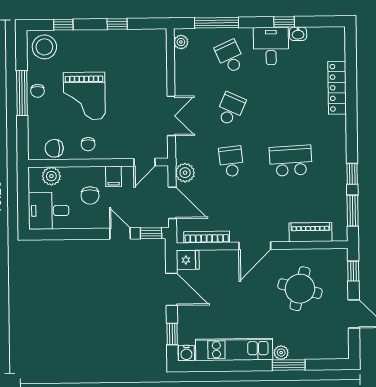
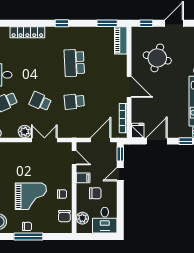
plant: (185, 173) -> (25, 131), moved
window: (352, 174) -> (62, 23), moved
piano: (310, 232) -> (121, 40), moved

